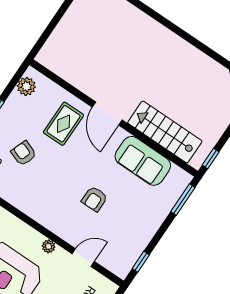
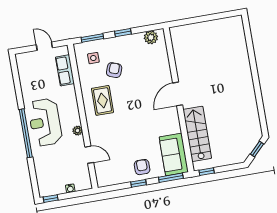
rug: (63, 124) -> (102, 100), moved, turned 90
sofa: (143, 161) -> (174, 154), moved
armchair: (95, 199) -> (142, 167), moved, turned 90
window: (141, 262) -> (139, 183), moved

